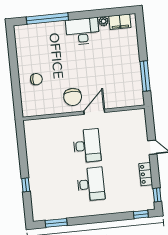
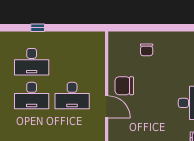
desk: (59, 187) -> (32, 62), added

